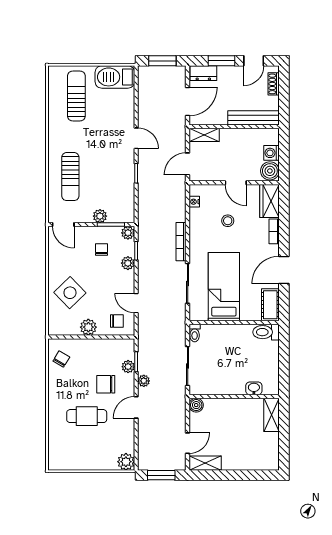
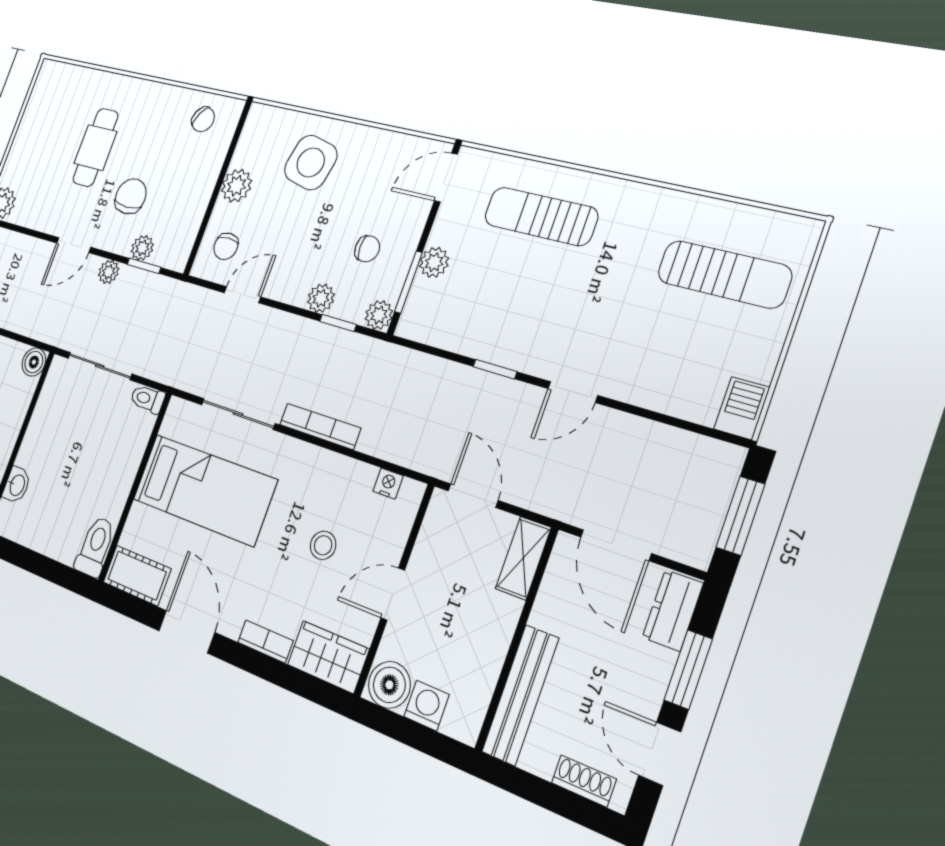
barbecue: (115, 77) -> (742, 408), width x0.53, depth x0.65
side table: (70, 293) -> (311, 162), turned -33
door: (136, 407) -> (74, 245), swing flipped

